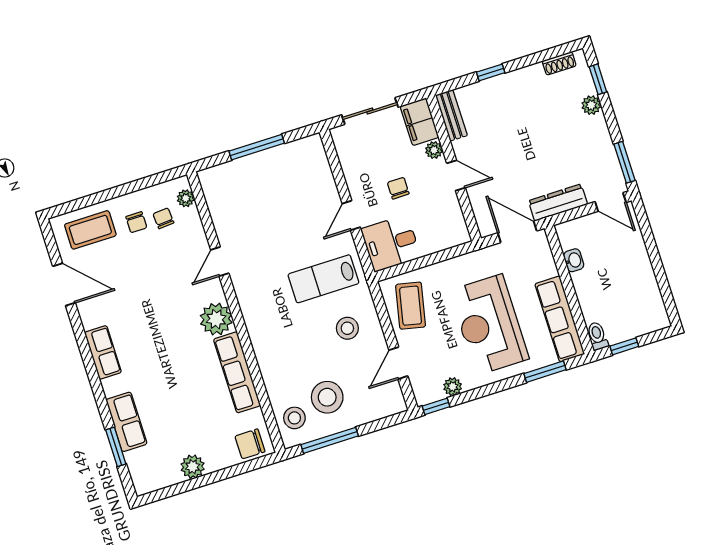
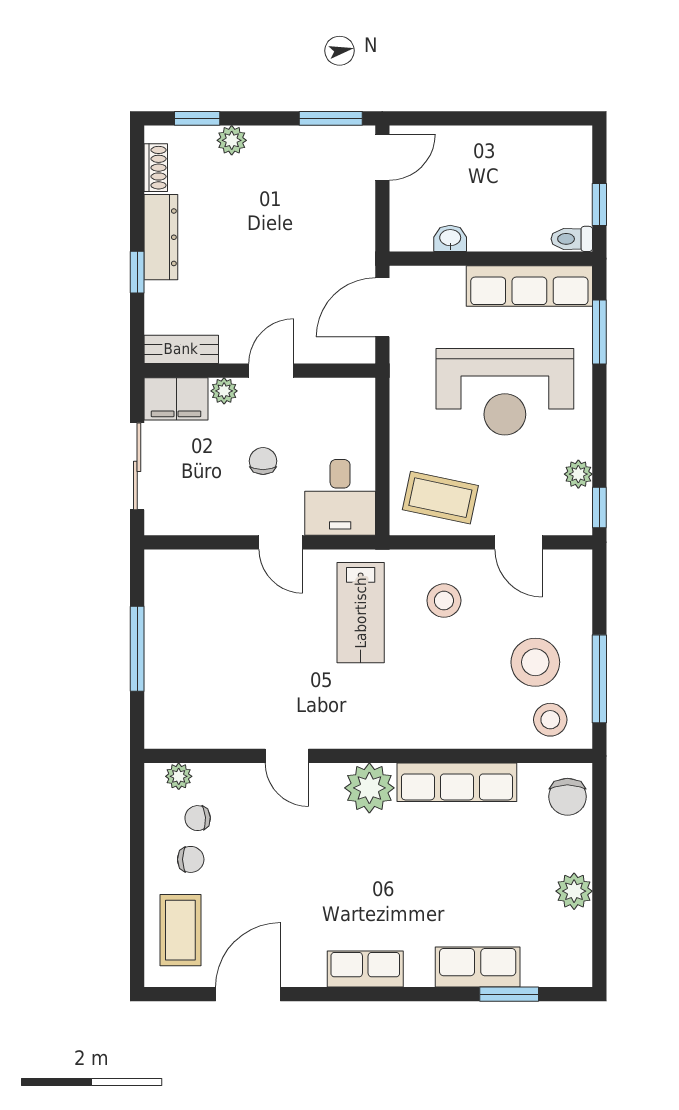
chair: (398, 188) -> (263, 461), turned 90
dresser: (558, 203) -> (161, 237), moved, turned 180

